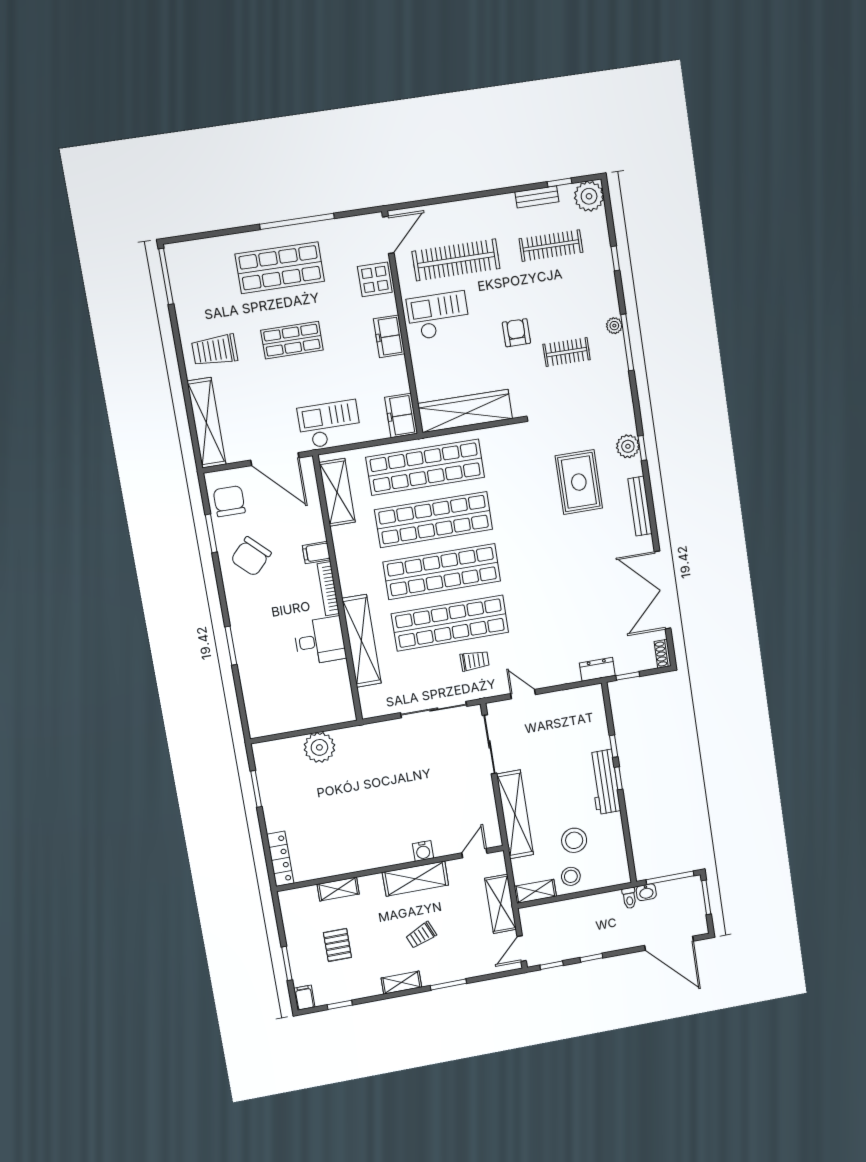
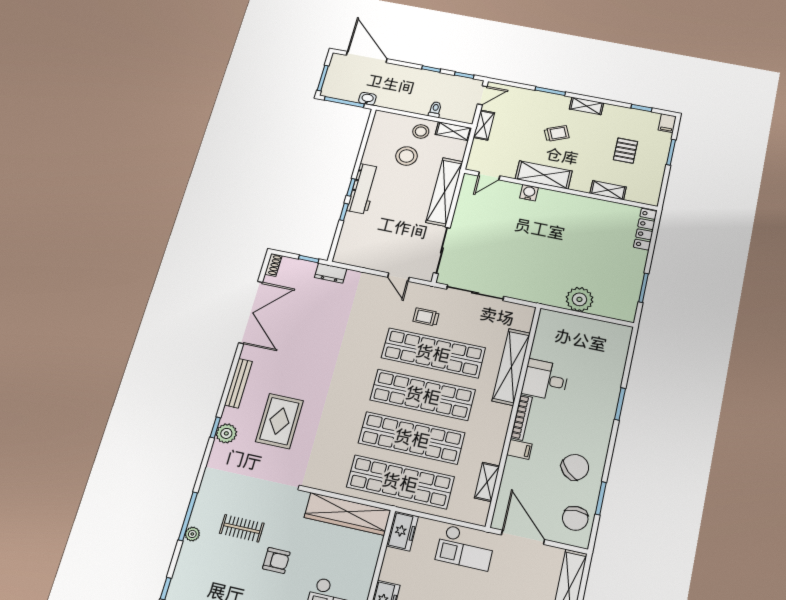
armchair: (516, 333) -> (276, 560), turned -90
shelving: (337, 492) -> (487, 482), width x0.67, depth x0.75
toilet: (629, 898) -> (435, 110), moved
shelving: (501, 904) -> (484, 125), width x0.67, depth x0.75

